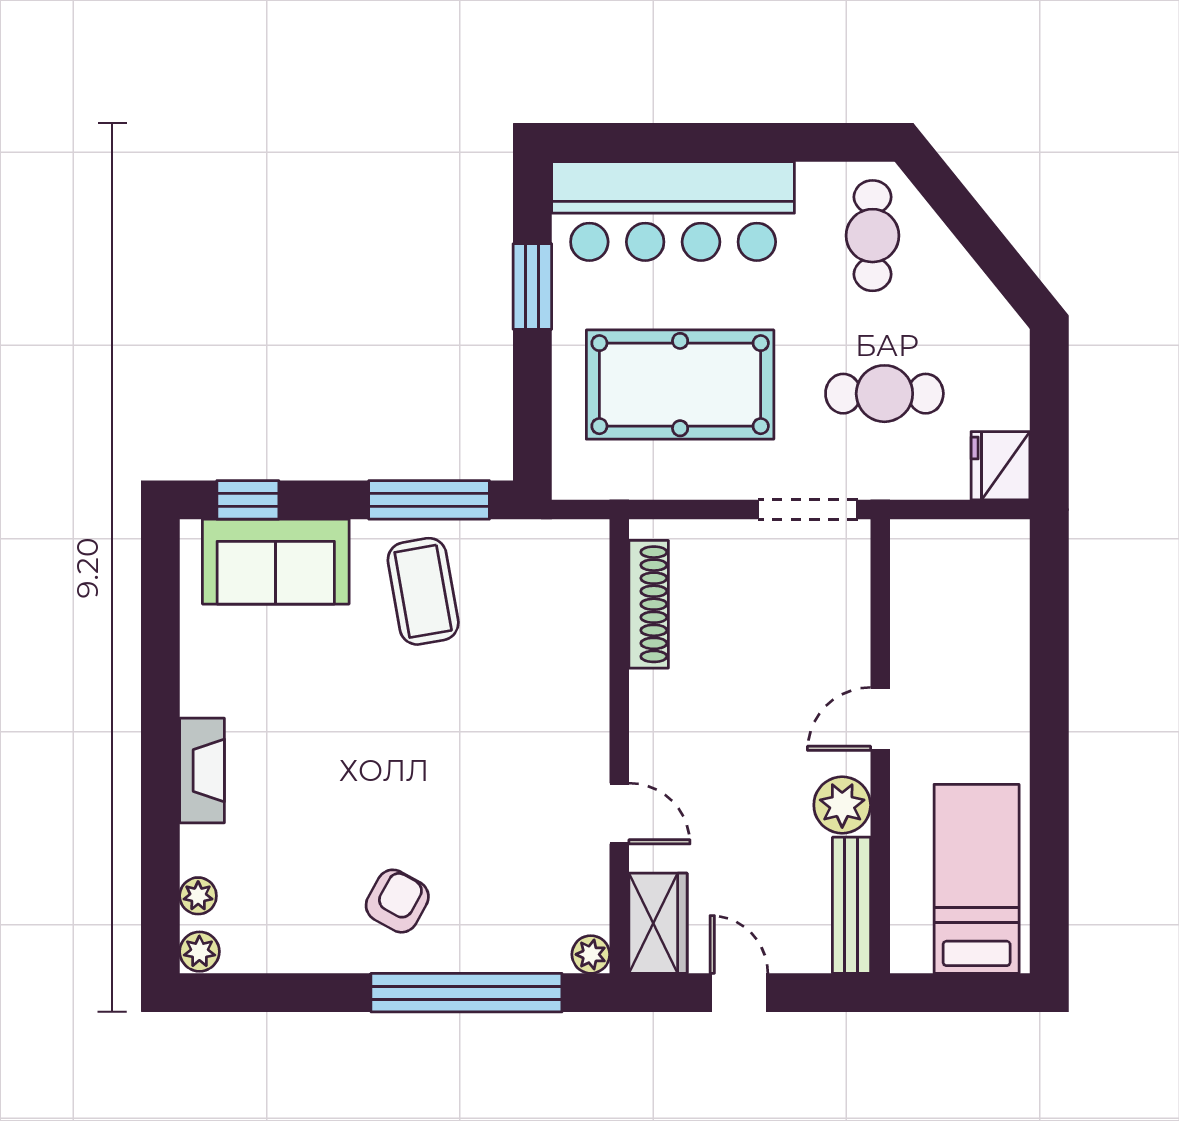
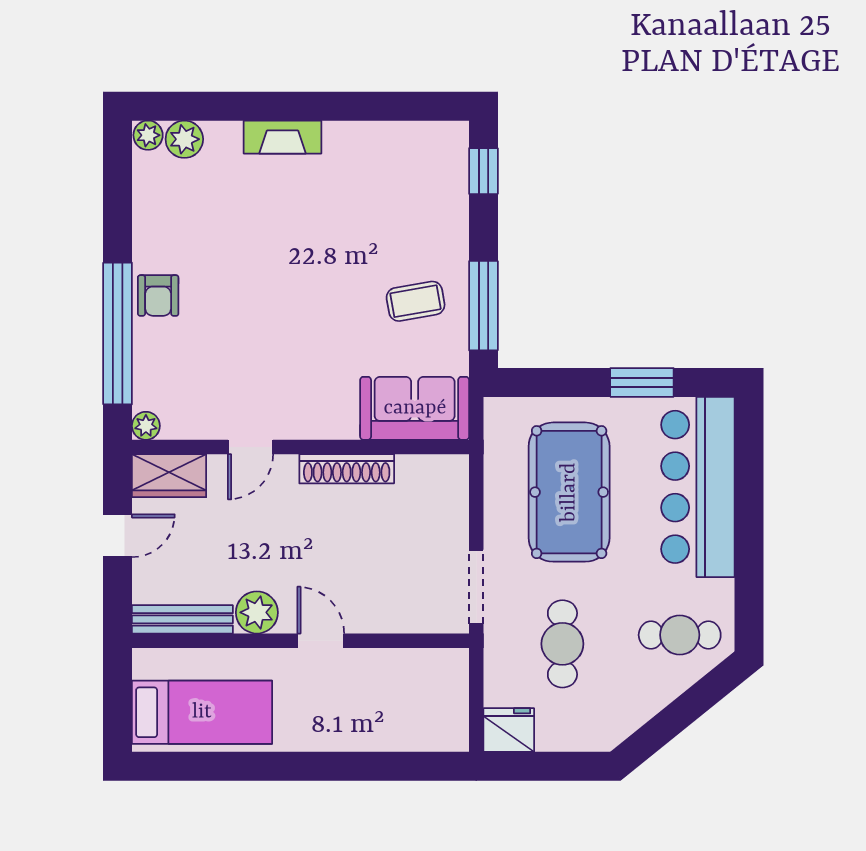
sofa: (276, 562) -> (415, 408), moved, turned 90
coffee table: (423, 591) -> (416, 301), width x0.73, depth x0.77
shoe rack: (649, 604) -> (347, 469), moved
plant: (198, 896) -> (184, 139), width x1.38, depth x1.38
armchair: (397, 901) -> (158, 296), moved, turned 61

